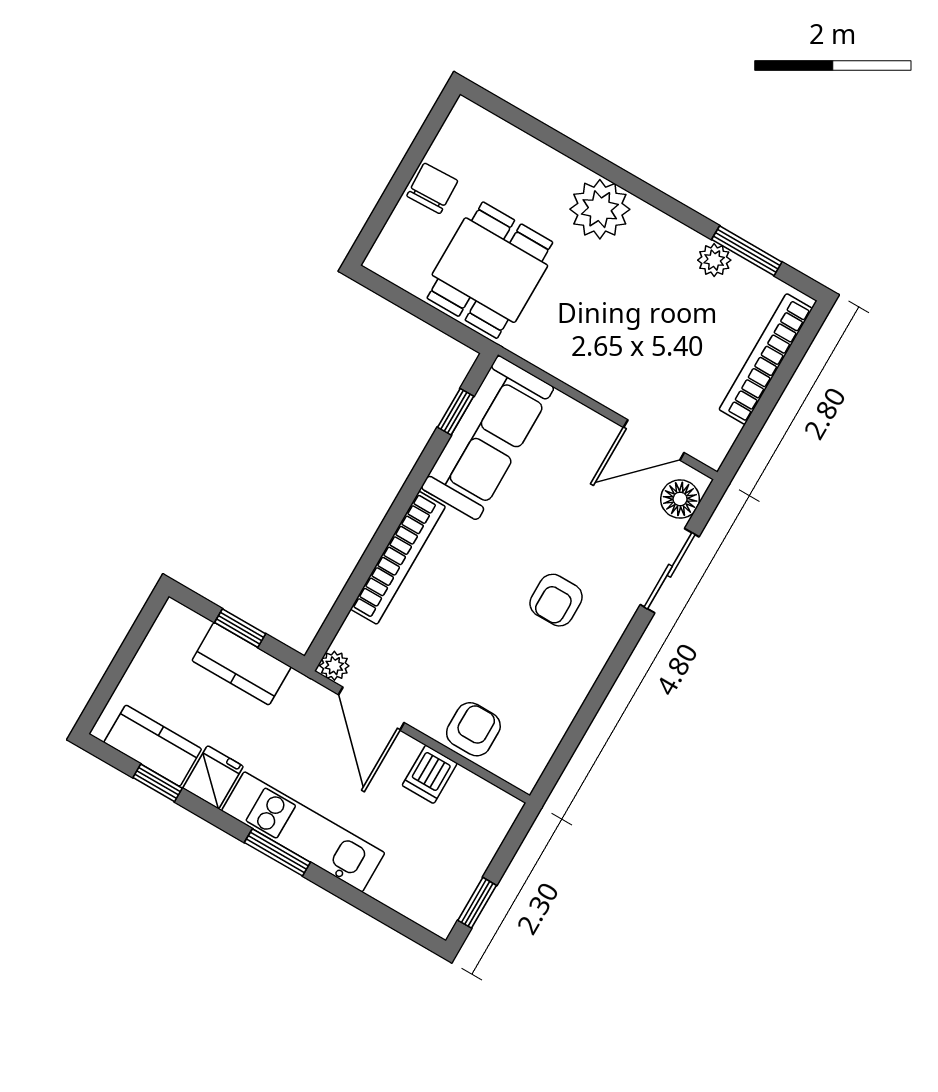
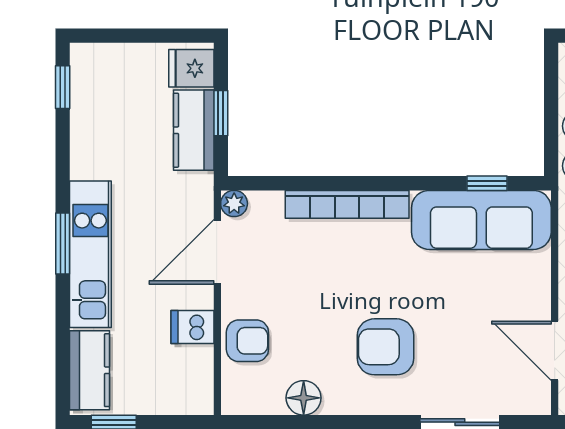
floor lamp: (680, 499) -> (304, 398), moved
armchair: (556, 600) -> (386, 347), width x1.38, depth x1.38
kitchen counter: (153, 746) -> (90, 370), moved
fridge: (213, 777) -> (191, 68), moved, turned 180
window: (158, 783) -> (63, 87), moved

